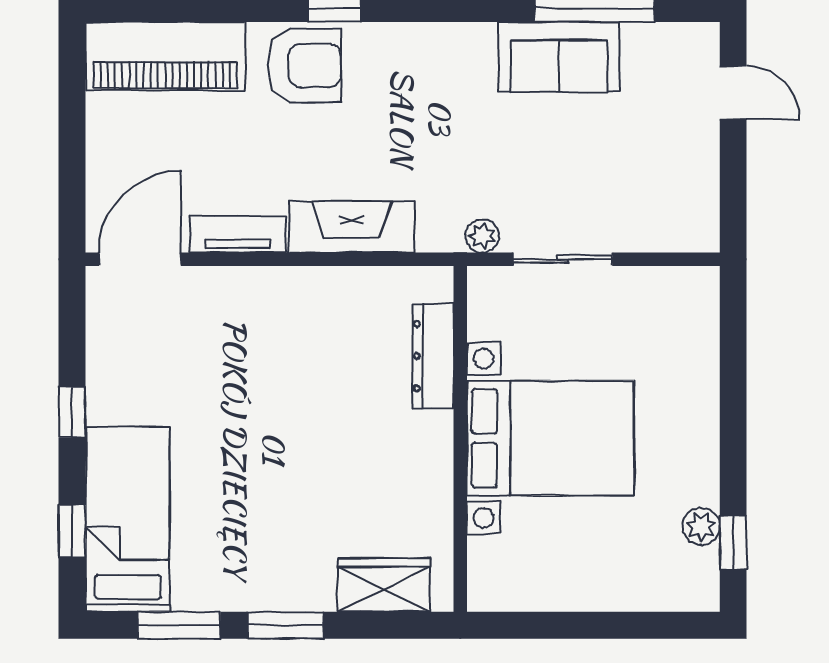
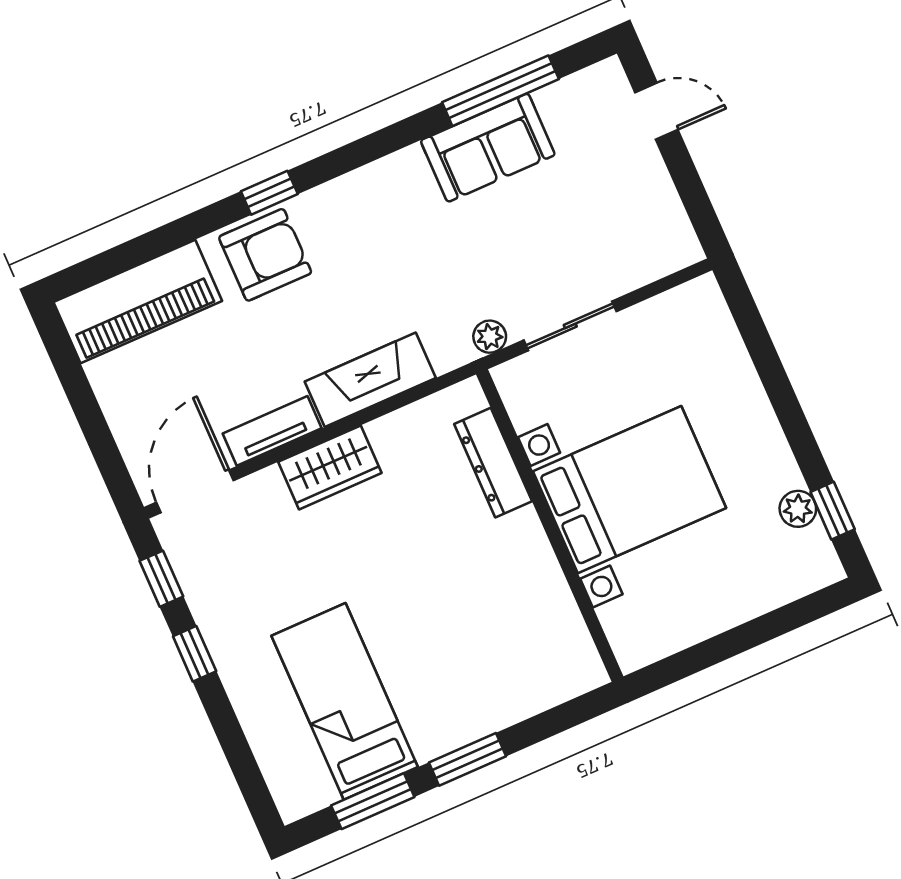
bed: (128, 519) -> (345, 701), moved
window: (72, 531) -> (161, 579), moved
wardrobe: (384, 585) -> (330, 467), moved, turned 180

